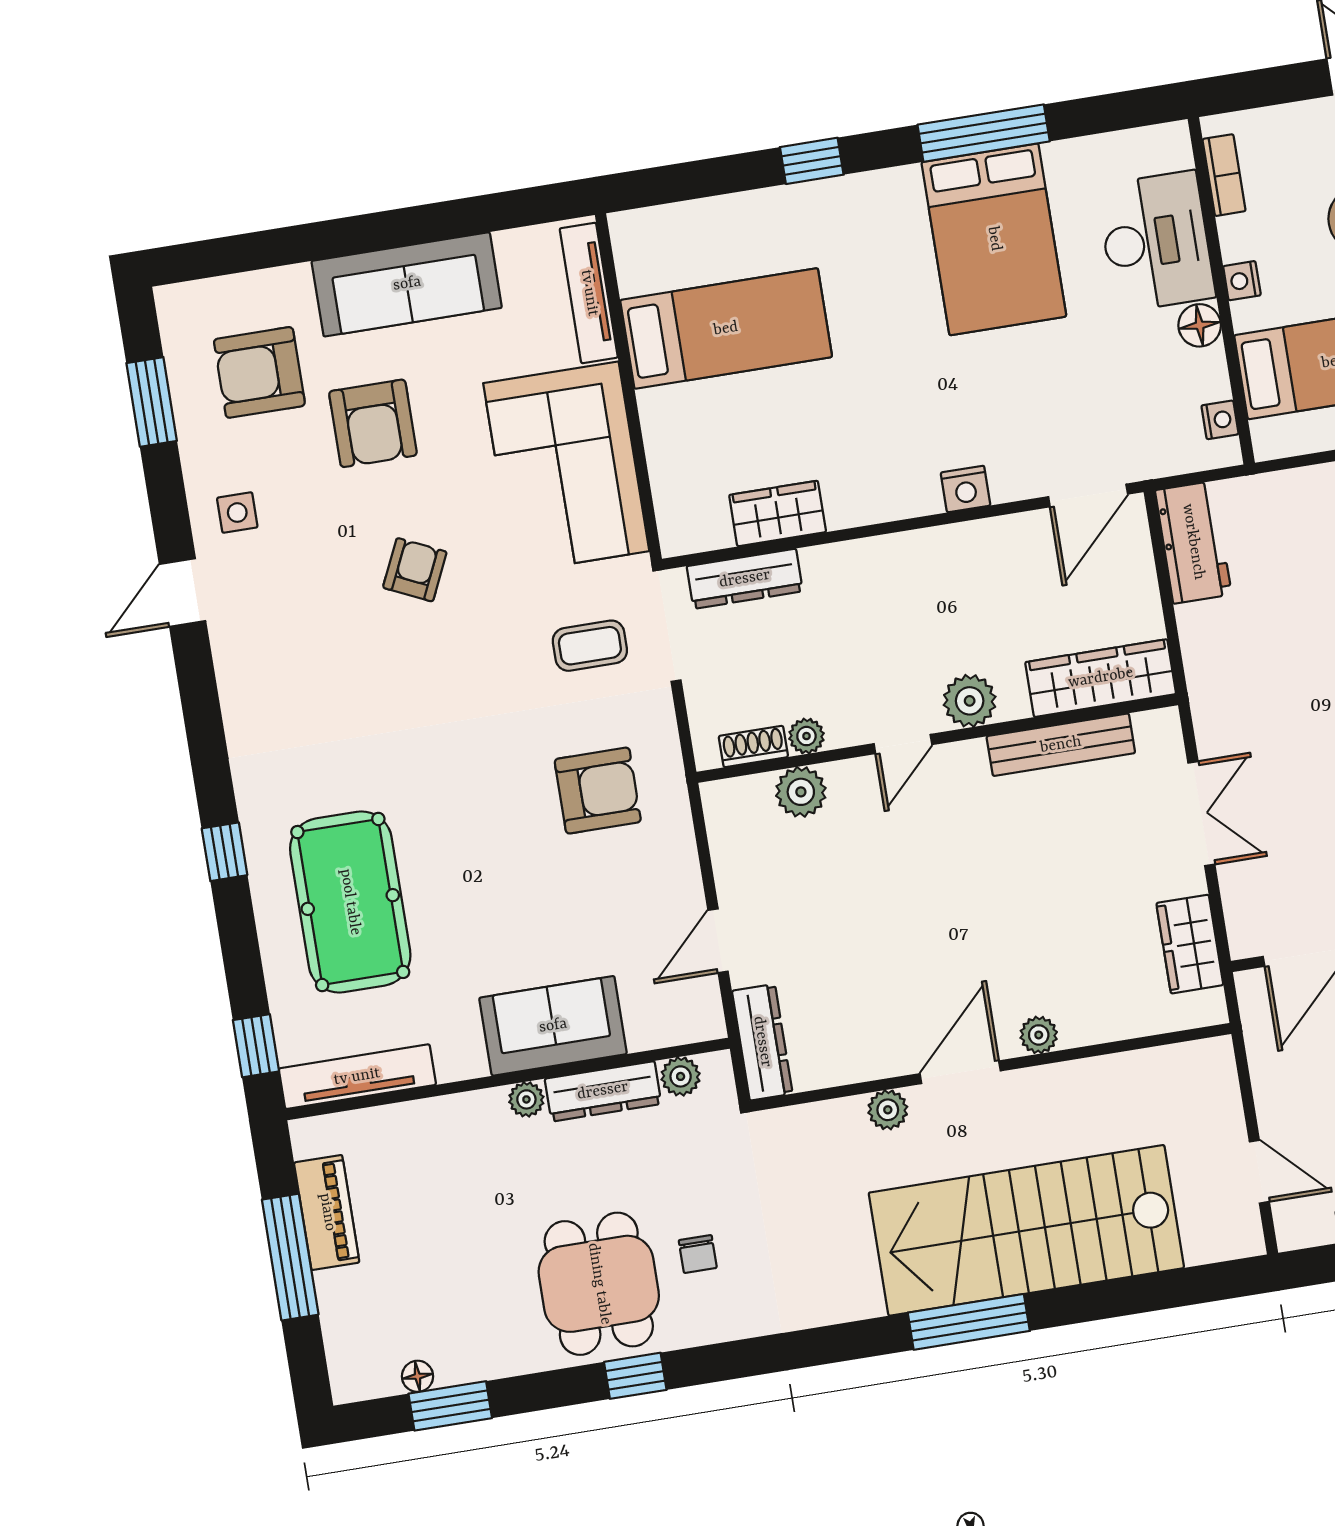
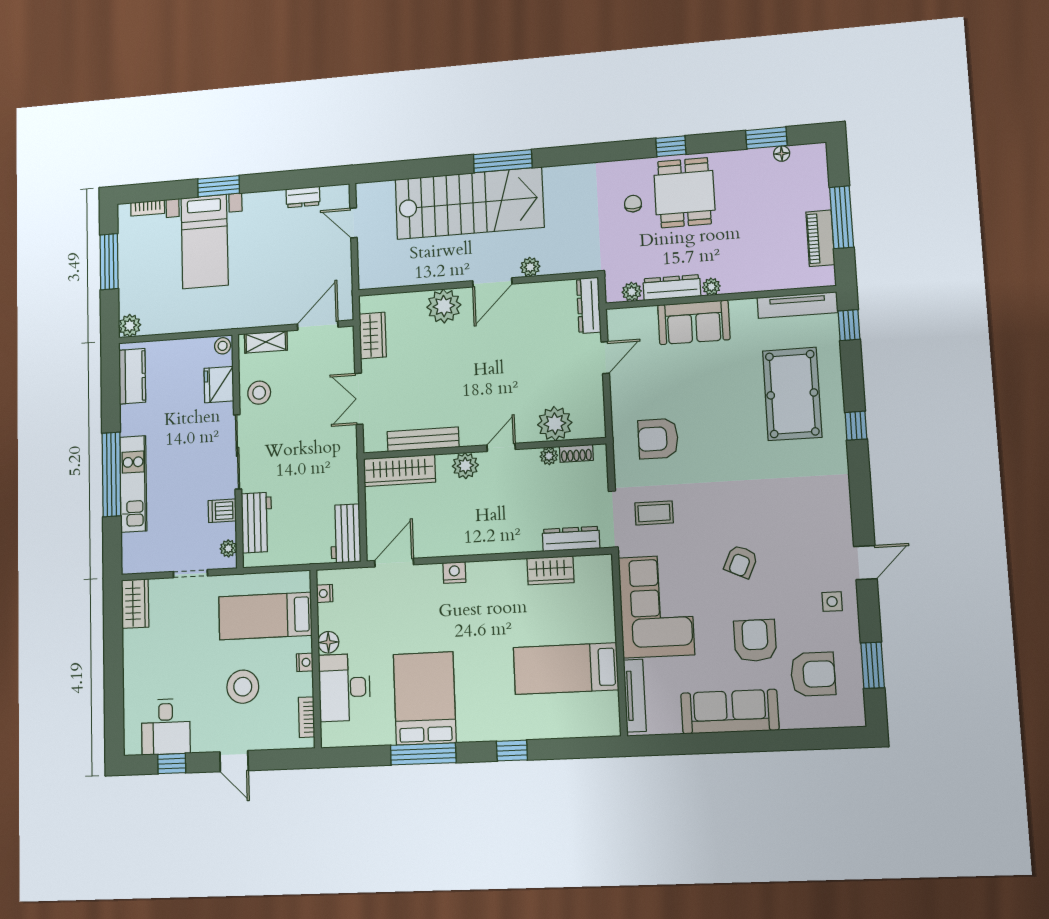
plant: (801, 792) -> (555, 424), width x1.36, depth x1.36
plant: (1039, 1035) -> (444, 306), width x1.88, depth x1.88

